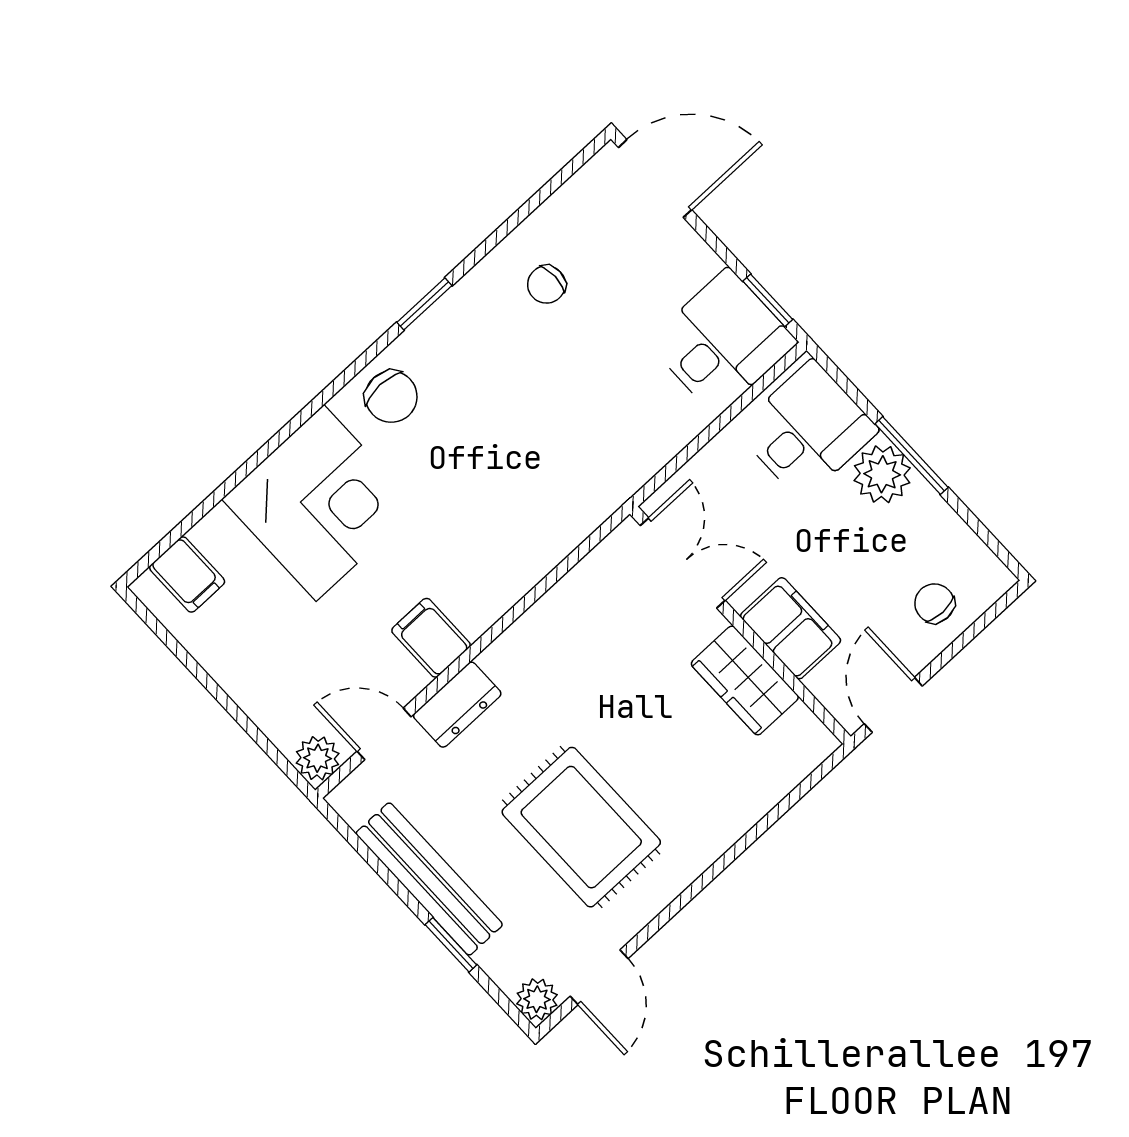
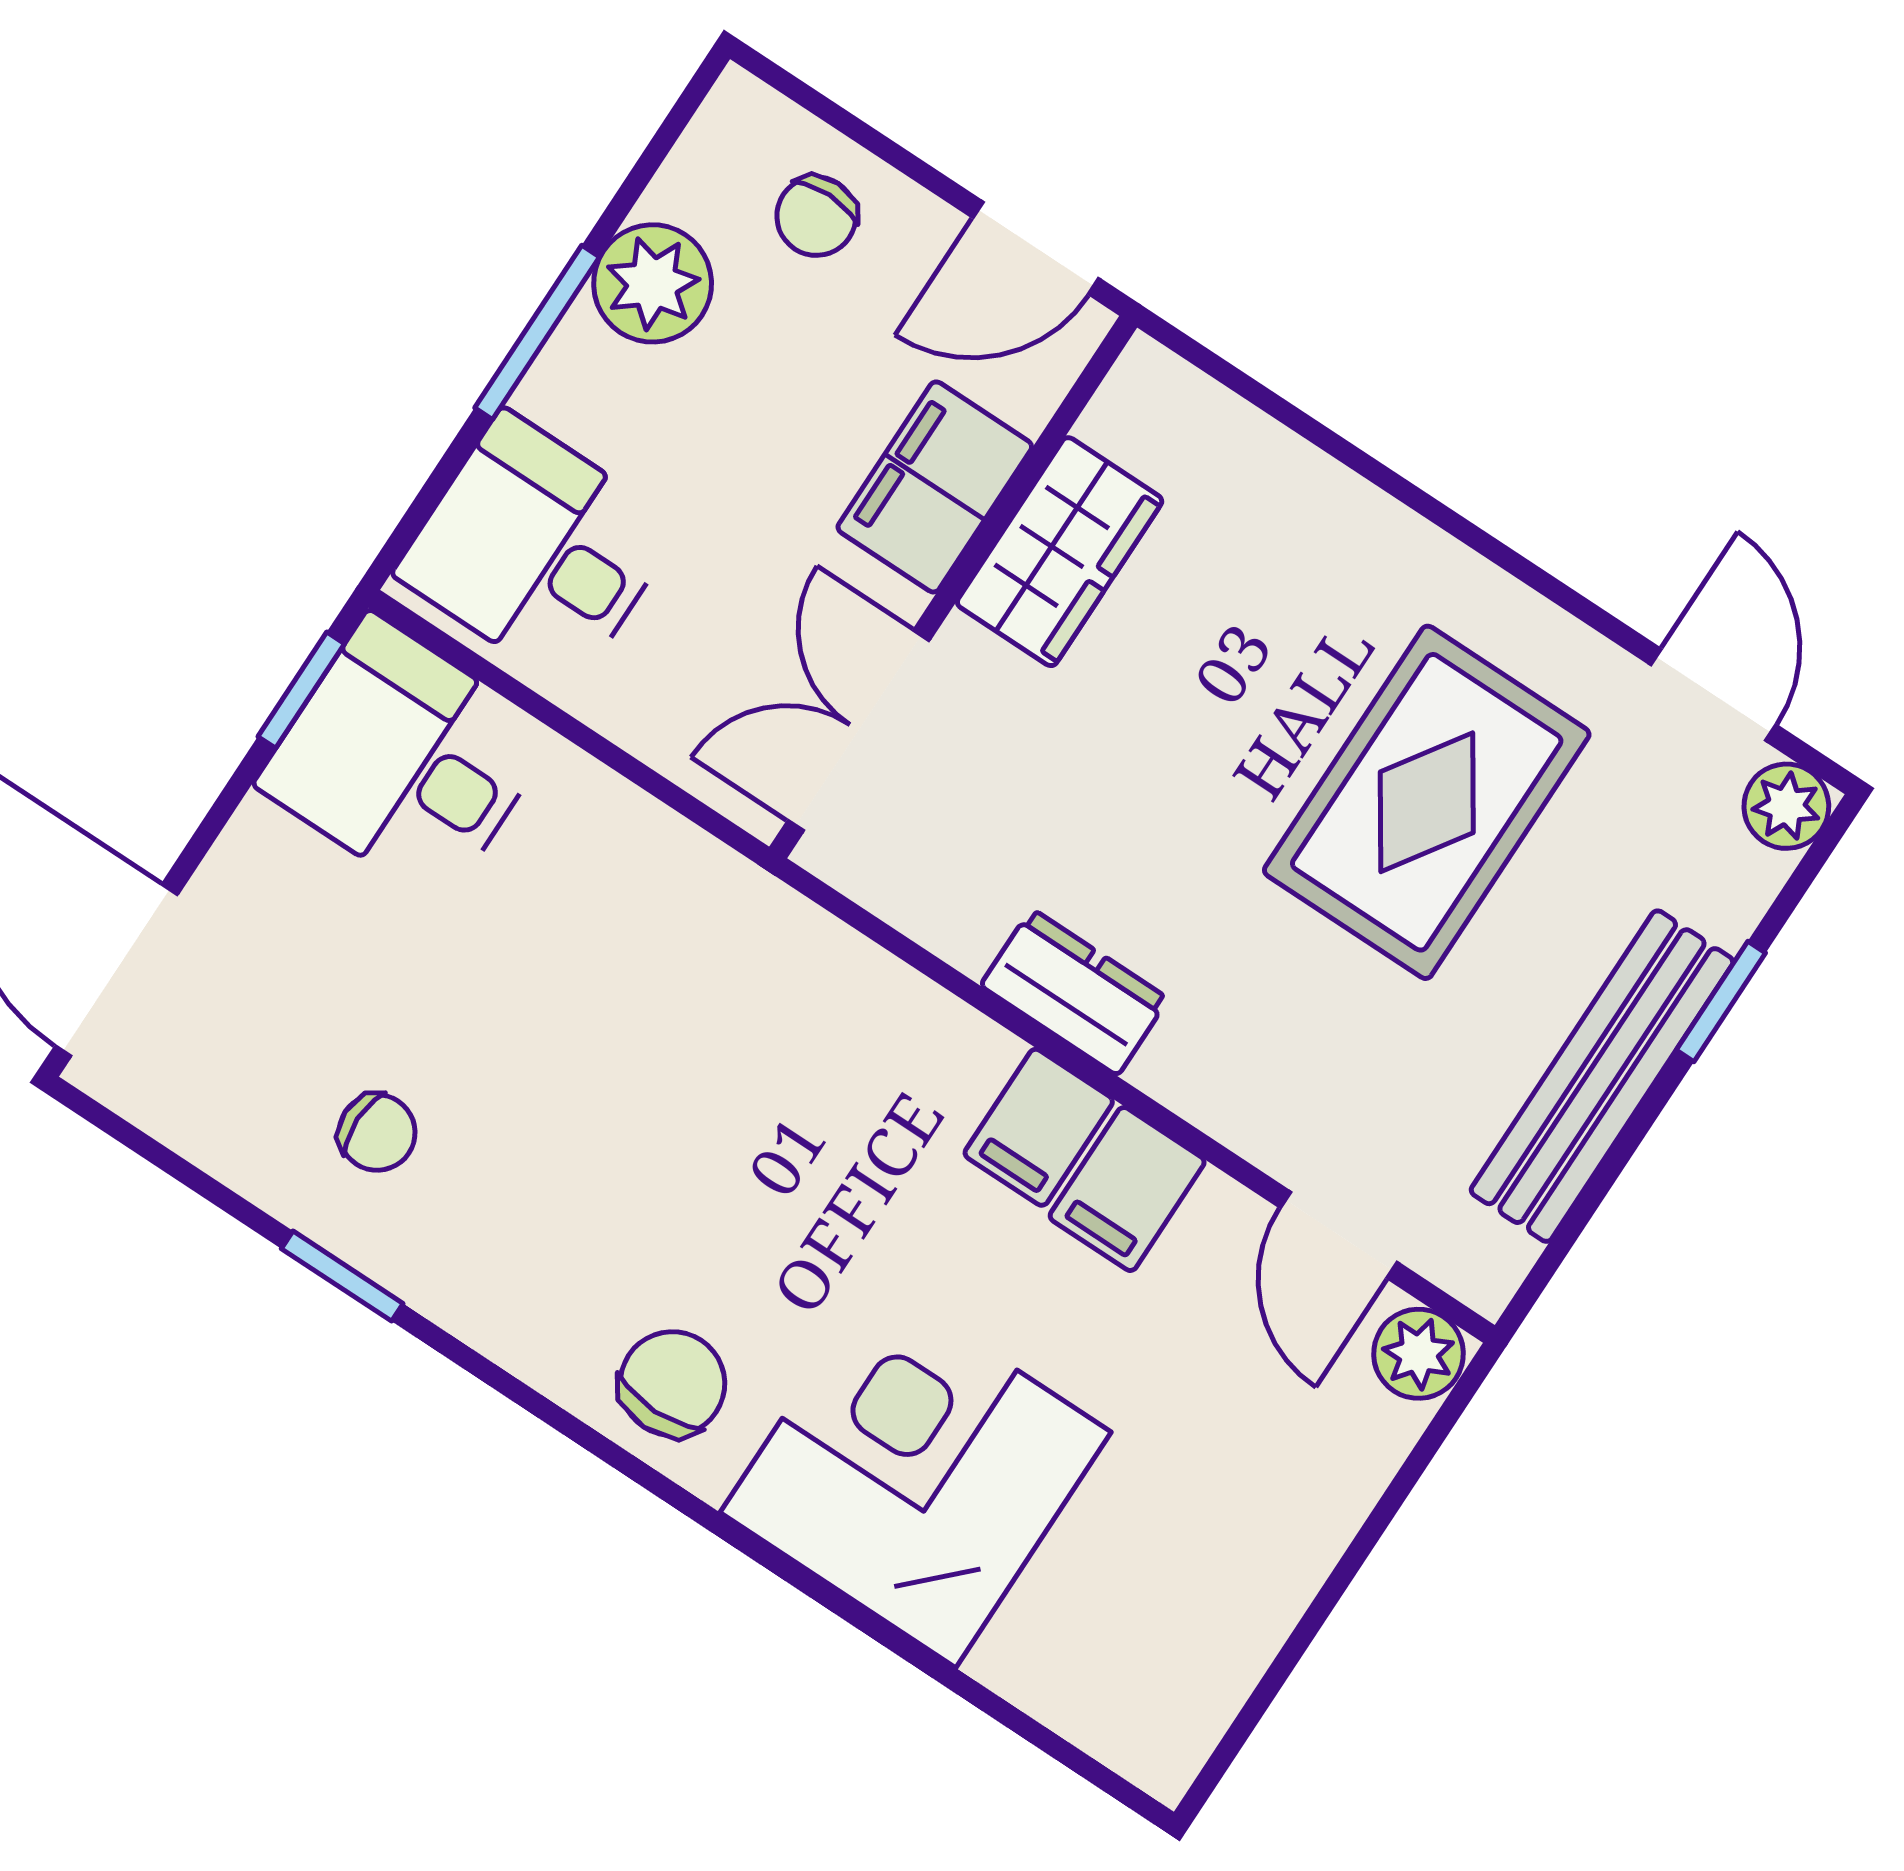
window: (424, 304) -> (342, 1276), moved
plant: (882, 474) -> (653, 283), moved
filing cabinet: (187, 574) -> (1039, 1127), moved, turned 180
dresser: (457, 705) -> (1074, 992), moved
door: (599, 977) -> (1713, 695), hinge flipped

